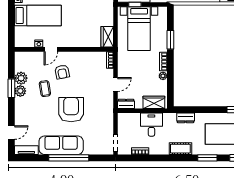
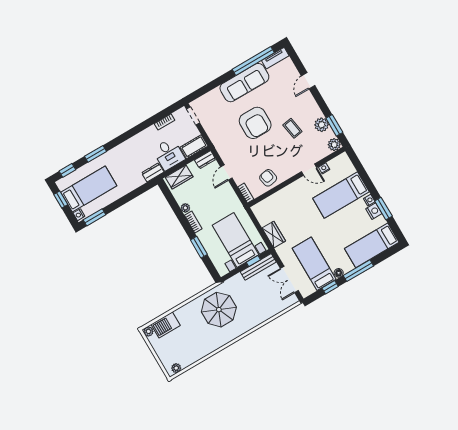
wardrobe: (107, 37) -> (274, 235), moved
door: (51, 49) -> (309, 170), swing flipped
armchair: (62, 72) -> (268, 178), moved
window: (11, 88) -> (334, 125), moved
plant: (20, 91) -> (334, 145), moved
dresser: (186, 118) -> (153, 172), moved
door: (11, 133) -> (308, 81), moved
cot: (180, 149) -> (194, 147), moved
window: (69, 158) -> (253, 61), moved

